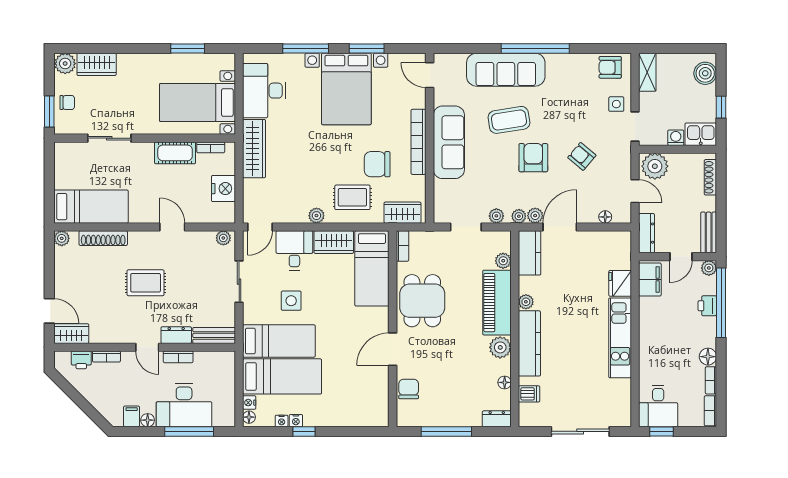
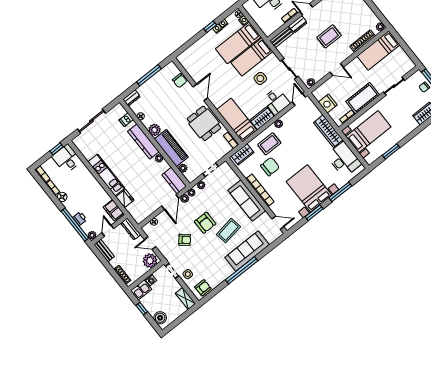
cot: (175, 153) -> (363, 98), width x1.37, depth x1.34

